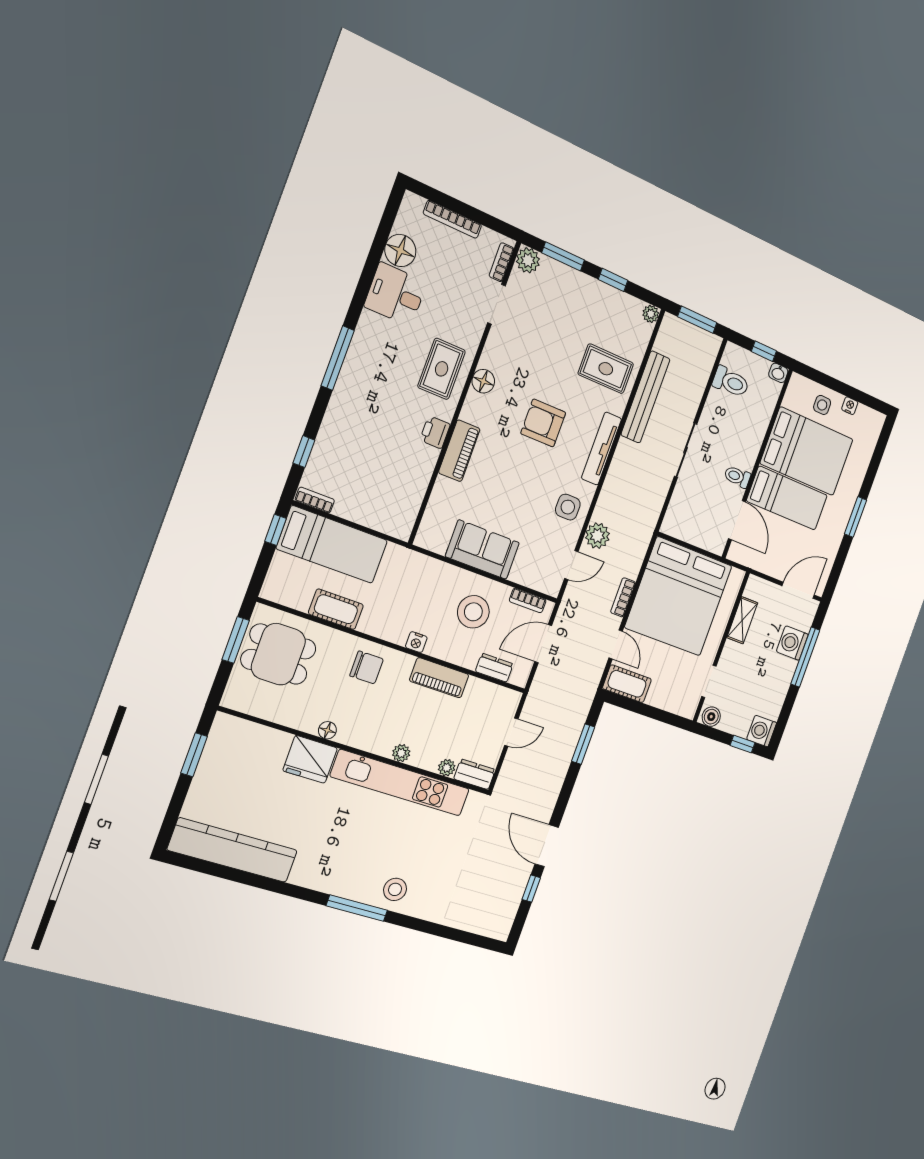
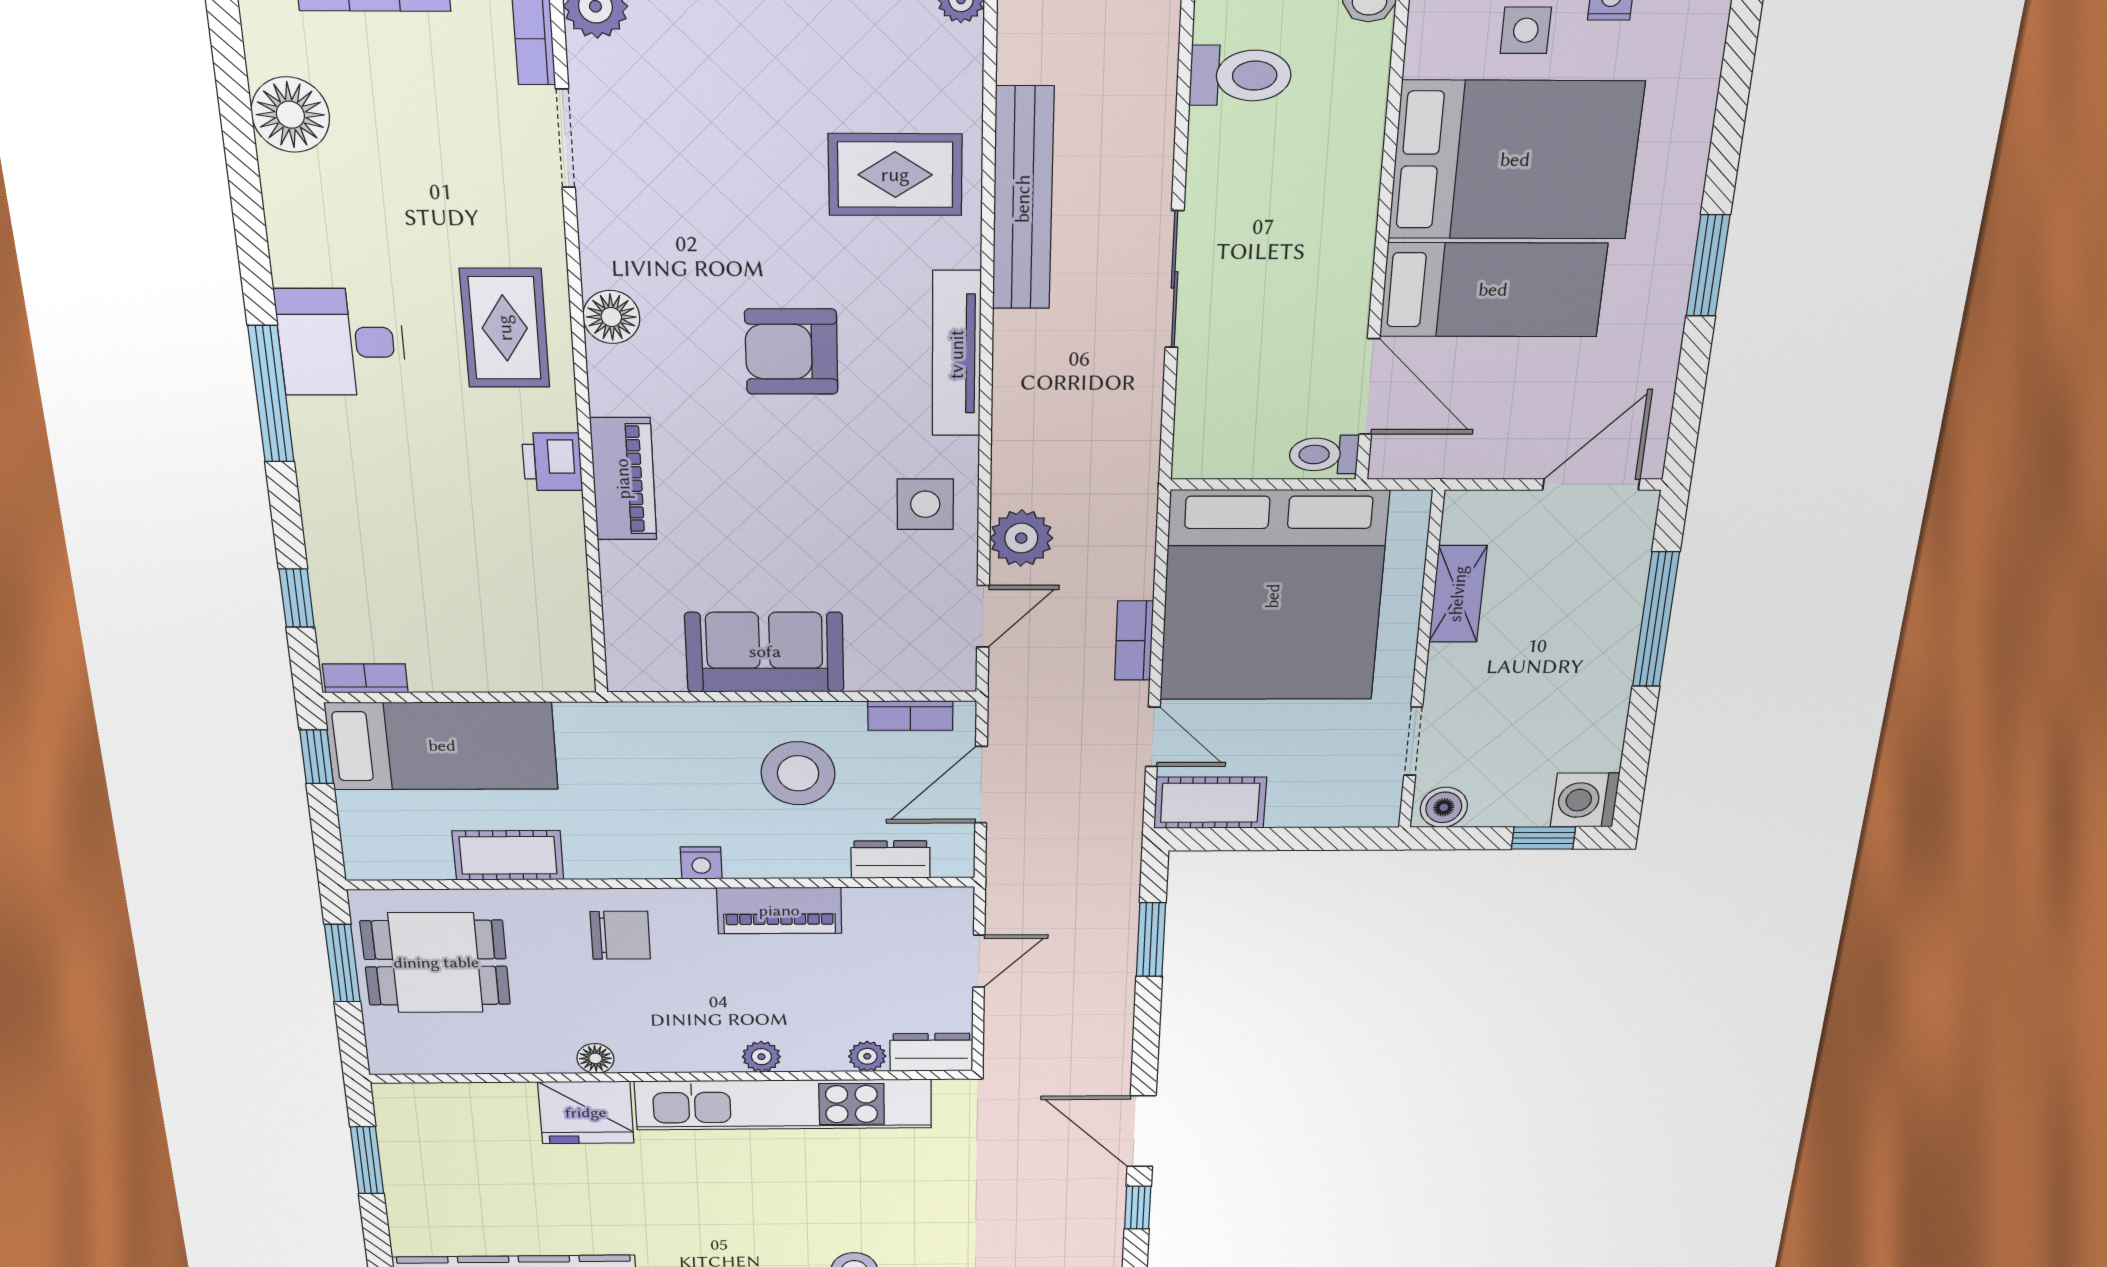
desk: (396, 294) -> (341, 342), moved
toilet: (737, 477) -> (1324, 454), moved
washing machine: (792, 643) -> (1610, 601), removed

